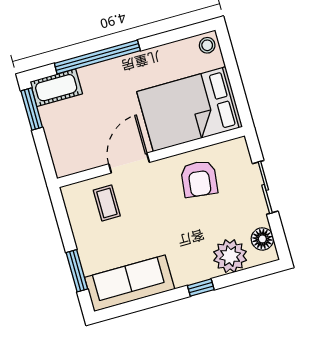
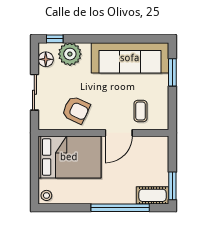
armchair: (199, 179) -> (76, 110), turned 108
sofa: (130, 283) -> (130, 58), width x1.36, depth x1.27
window: (201, 288) -> (55, 39), moved

